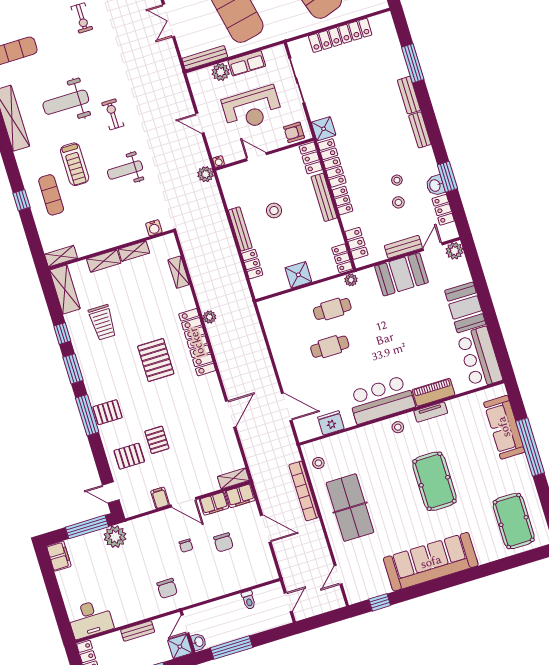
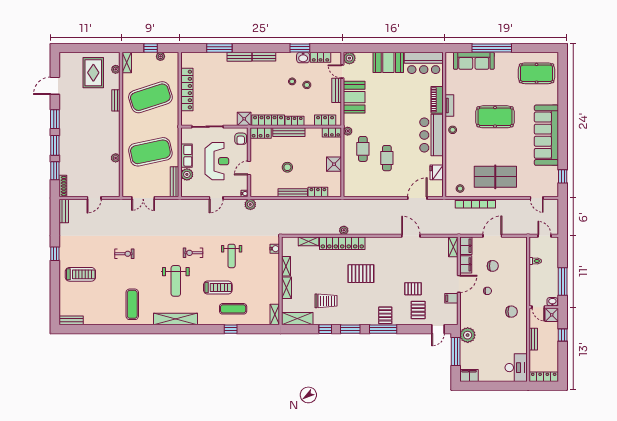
locker: (197, 342) -> (342, 243), moved

